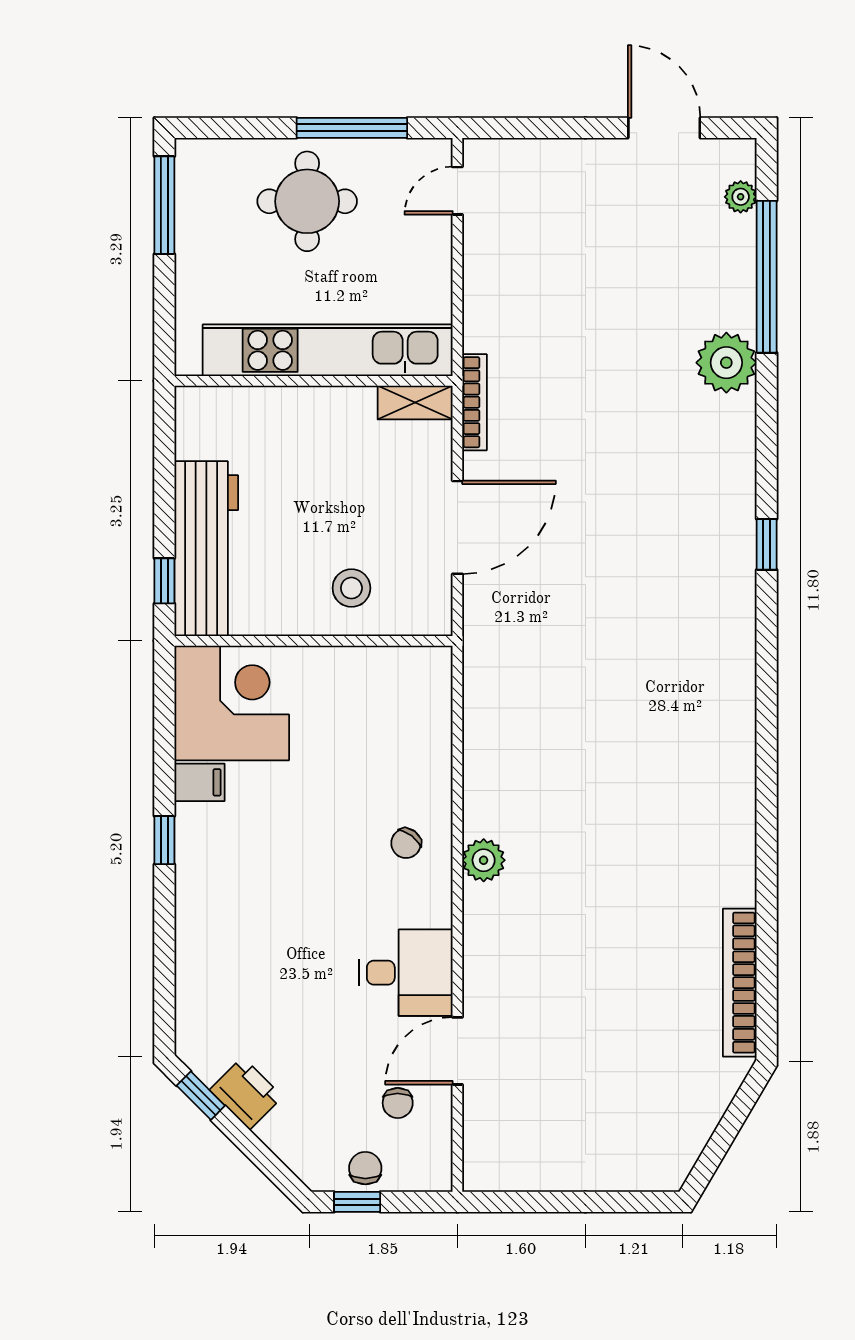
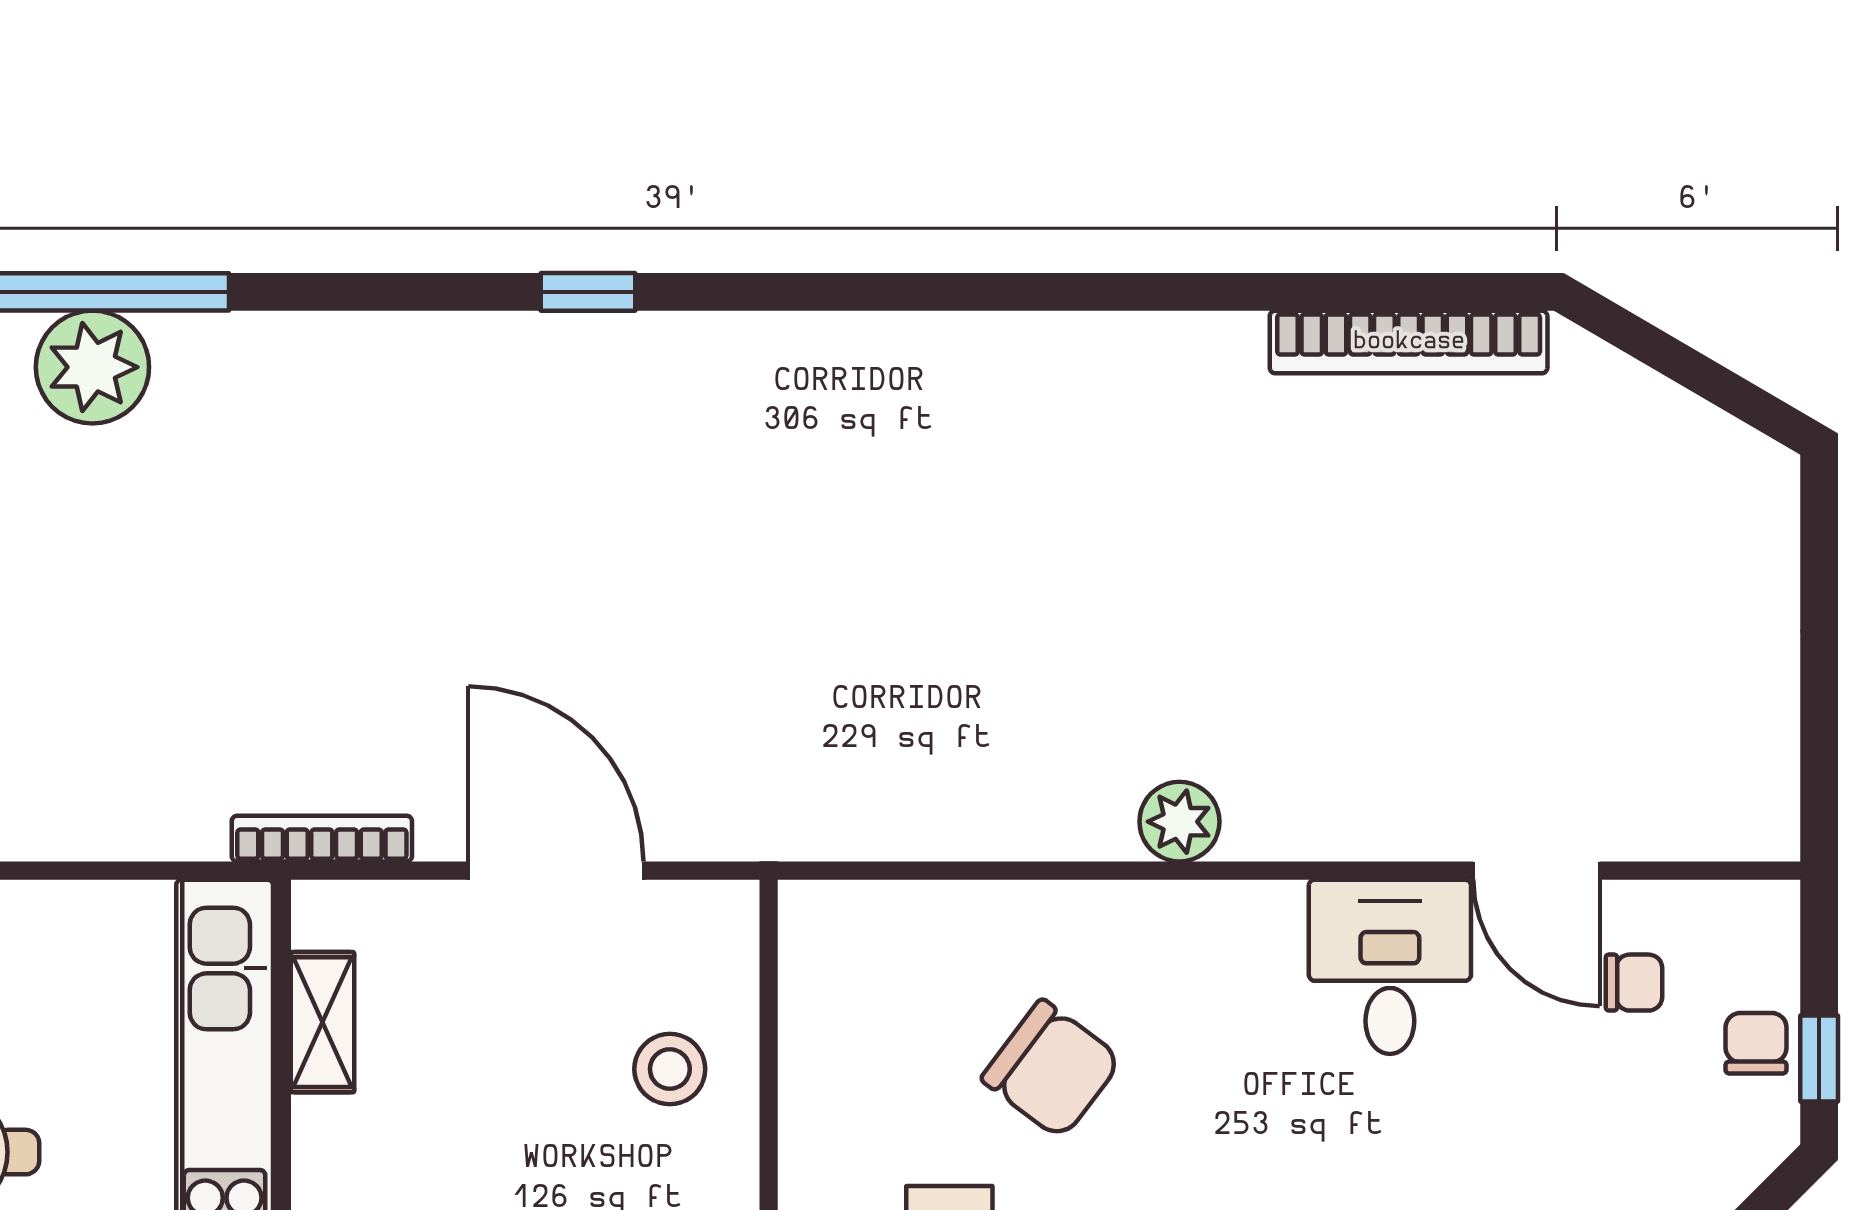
plant: (726, 363) -> (92, 367), moved
shelving: (415, 403) -> (323, 1022), moved
chair: (406, 843) -> (1052, 1069), moved, width x1.87, depth x1.87
chair: (365, 1168) -> (1756, 1043), turned 90

